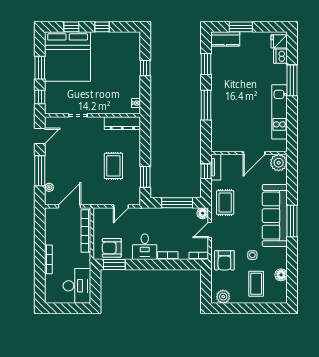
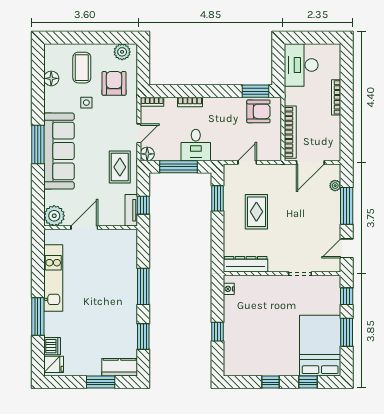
bed: (68, 57) -> (320, 346), width x0.73
desk: (145, 247) -> (196, 145), moved, turned 180
armchair: (224, 260) -> (114, 83), moved

